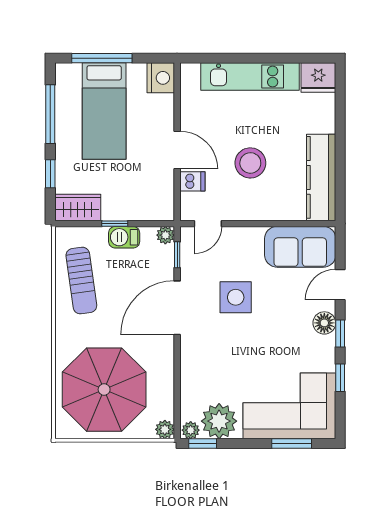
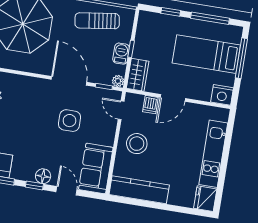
stool: (250, 163) -> (137, 144), moved
wardrobe: (78, 208) -> (138, 75), moved

